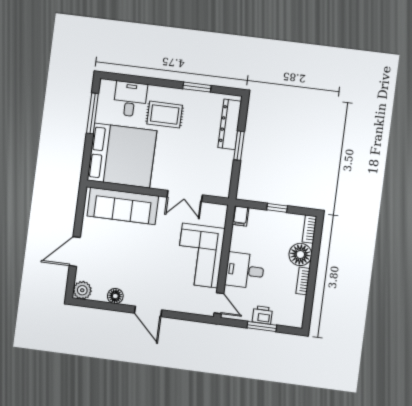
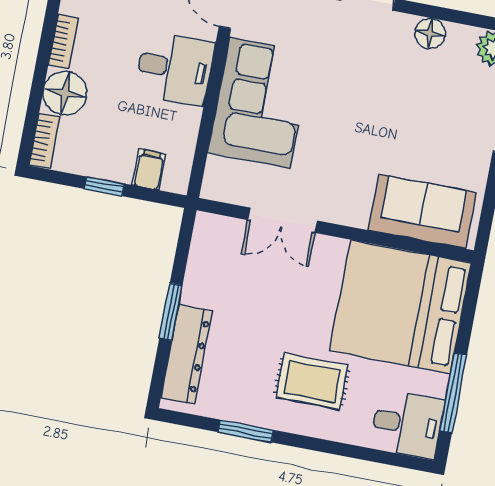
desk: (130, 99) -> (407, 424), moved, turned -90
double door: (185, 196) -> (283, 220), swing flipped
sofa: (123, 206) -> (422, 211), width x0.73
filing cabinet: (240, 216) -> (149, 170), moved

